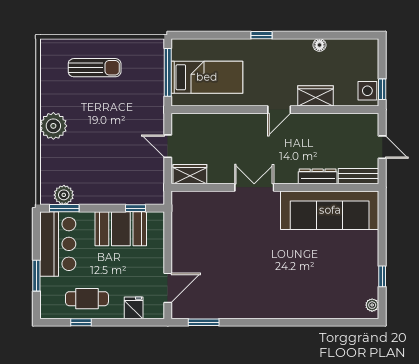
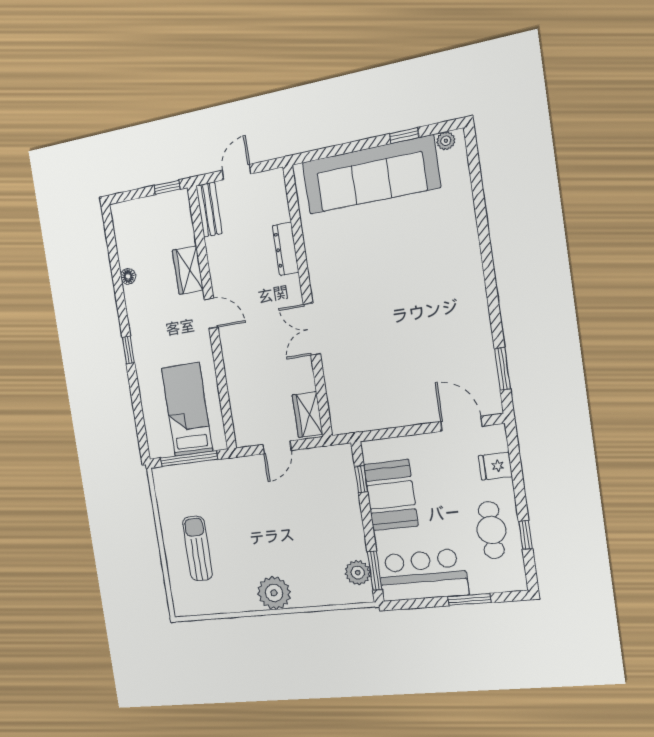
side table: (367, 91) -> (172, 206), removed
bench: (358, 176) -> (209, 210), moved
sofa: (330, 210) -> (370, 175), moved, turned 90

